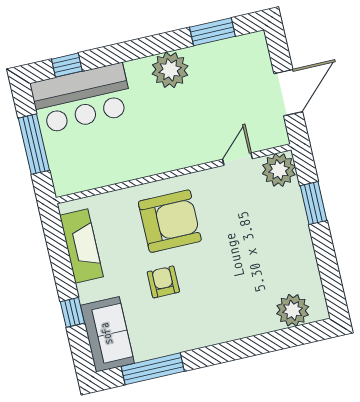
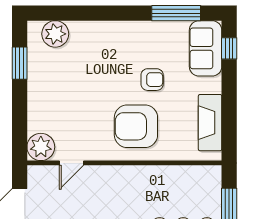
window: (314, 203) -> (20, 63), moved
armchair: (163, 282) -> (152, 80), turned -90
window: (72, 312) -> (229, 48), moved

